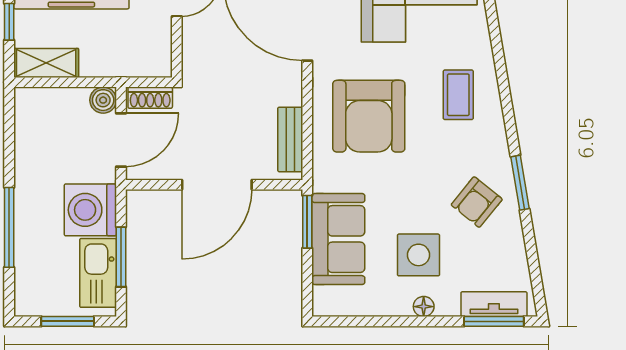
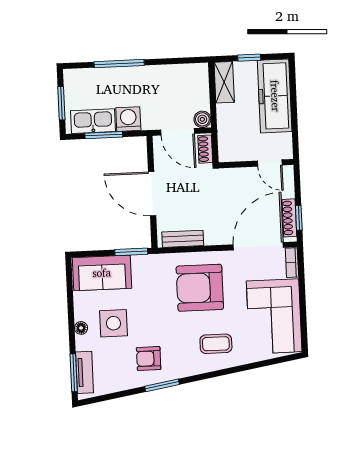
armchair: (477, 202) -> (149, 359), turned -39
washing machine: (90, 210) -> (128, 119), width x0.73, depth x0.73
sofa: (338, 239) -> (102, 273), moved

